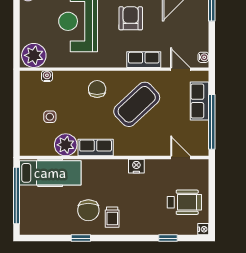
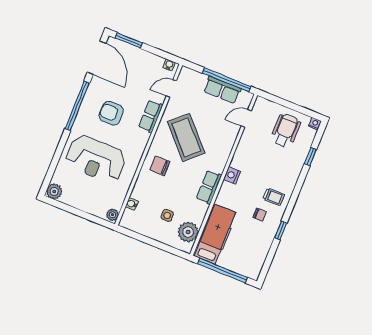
plant: (34, 55) -> (113, 215), width x0.53, depth x0.53
row of seats: (200, 101) -> (222, 90), moved
plant: (66, 145) -> (188, 232), moved
nightstand: (136, 166) -> (232, 175), moved
chair: (88, 210) -> (260, 215), width x0.54, depth x0.54

